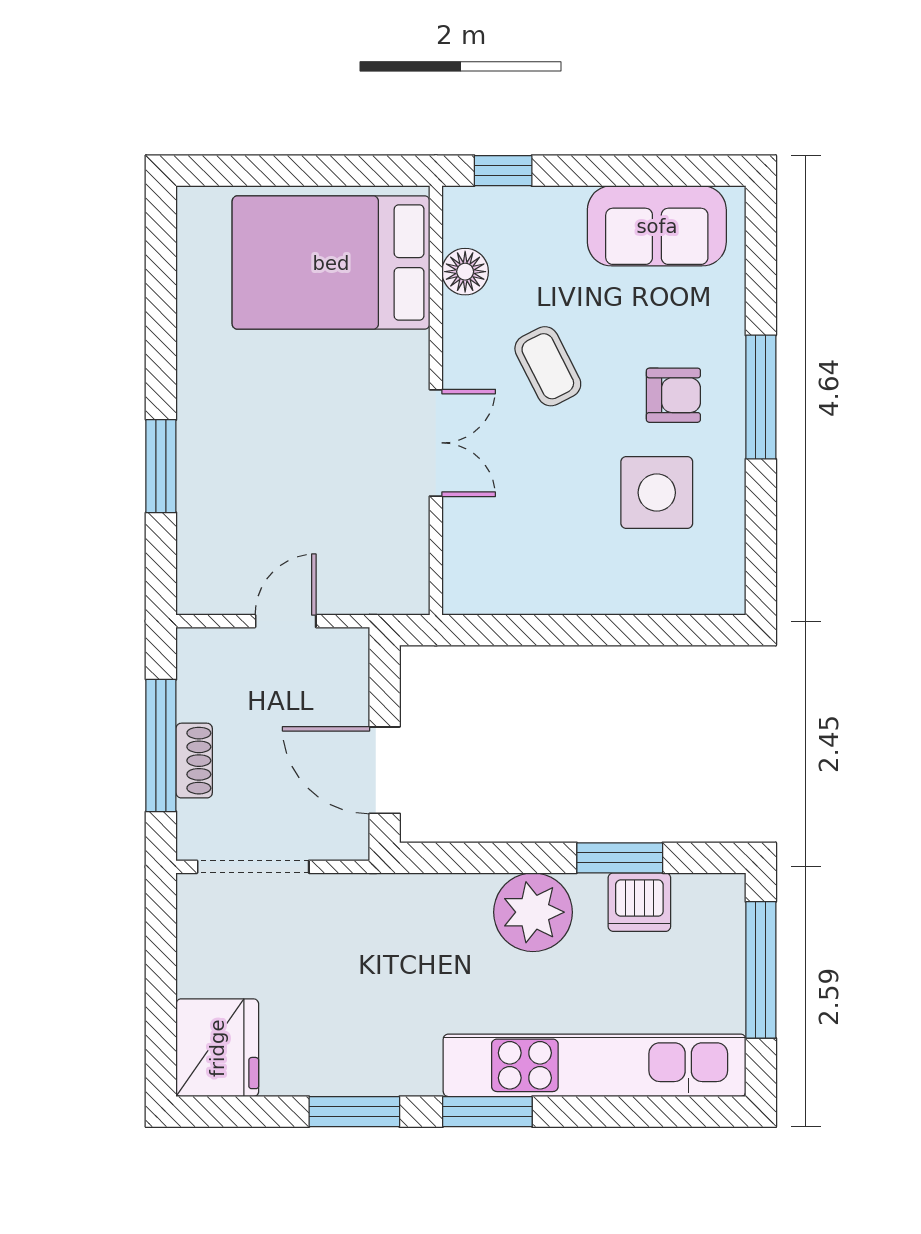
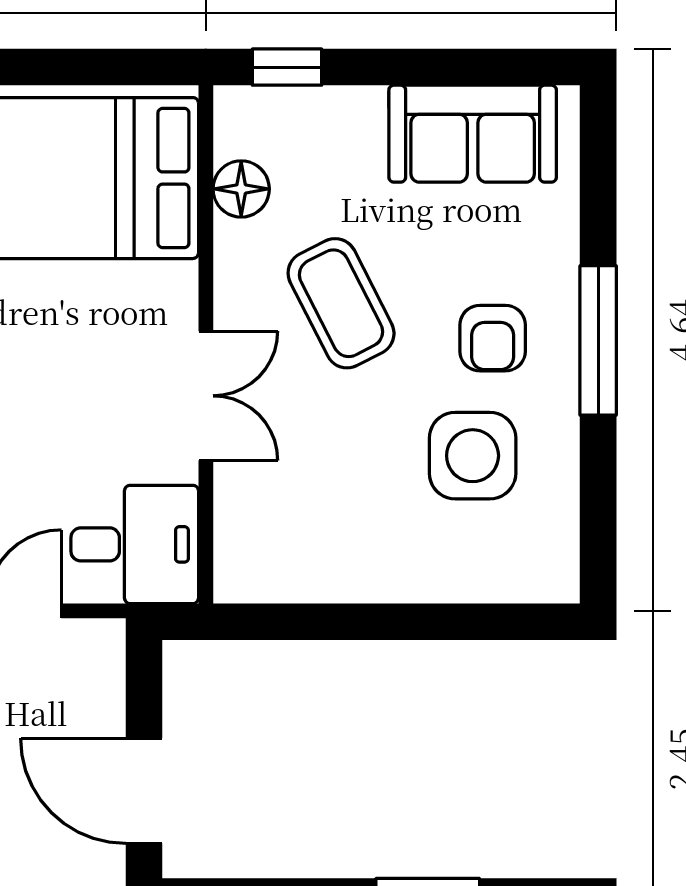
coffee table: (548, 366) -> (341, 303), width x1.36, depth x1.30
armchair: (673, 395) -> (493, 338), turned 90
desk: (377, 566) -> (135, 544), added

